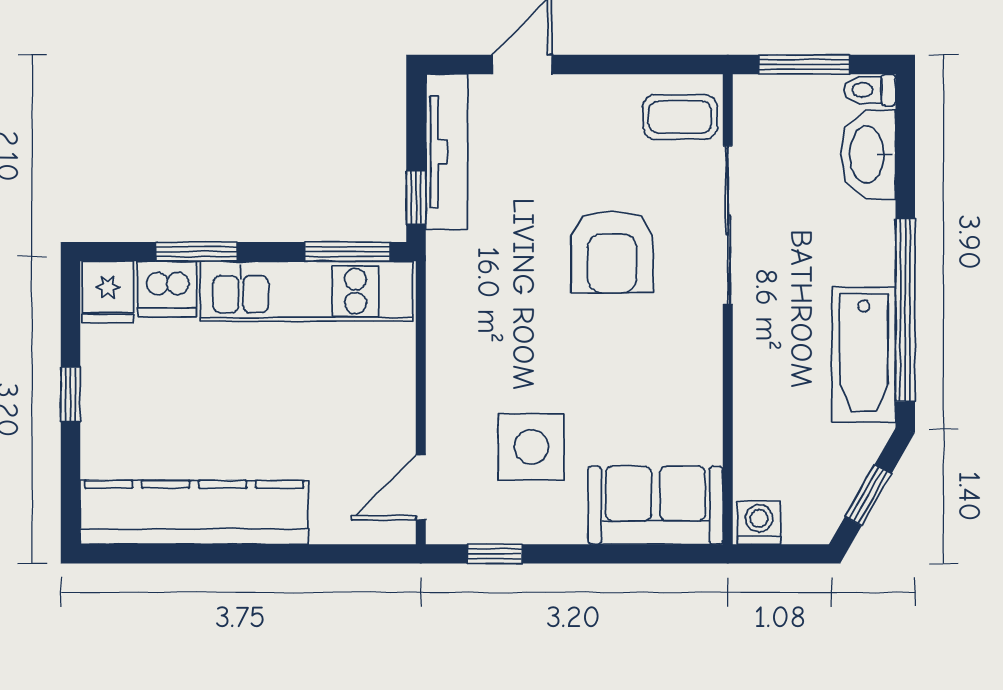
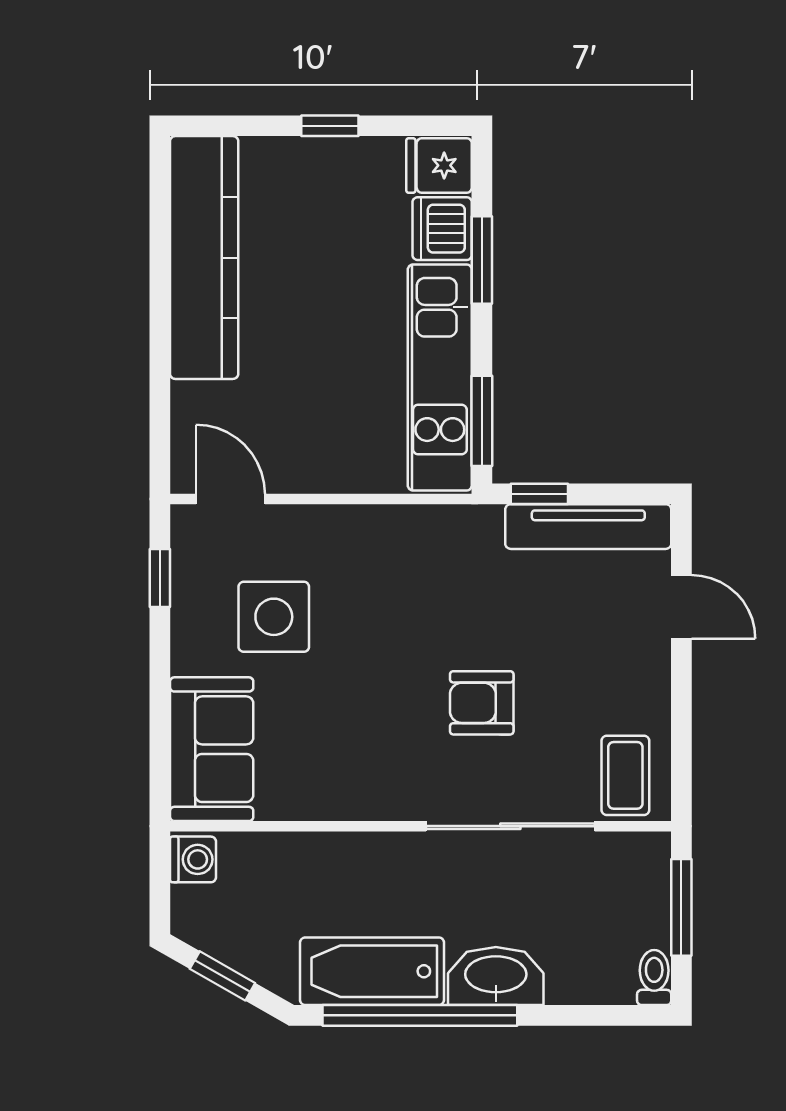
washbasin: (868, 155) -> (496, 976), moved
armchair: (612, 252) -> (482, 703), width x0.72, depth x0.72

